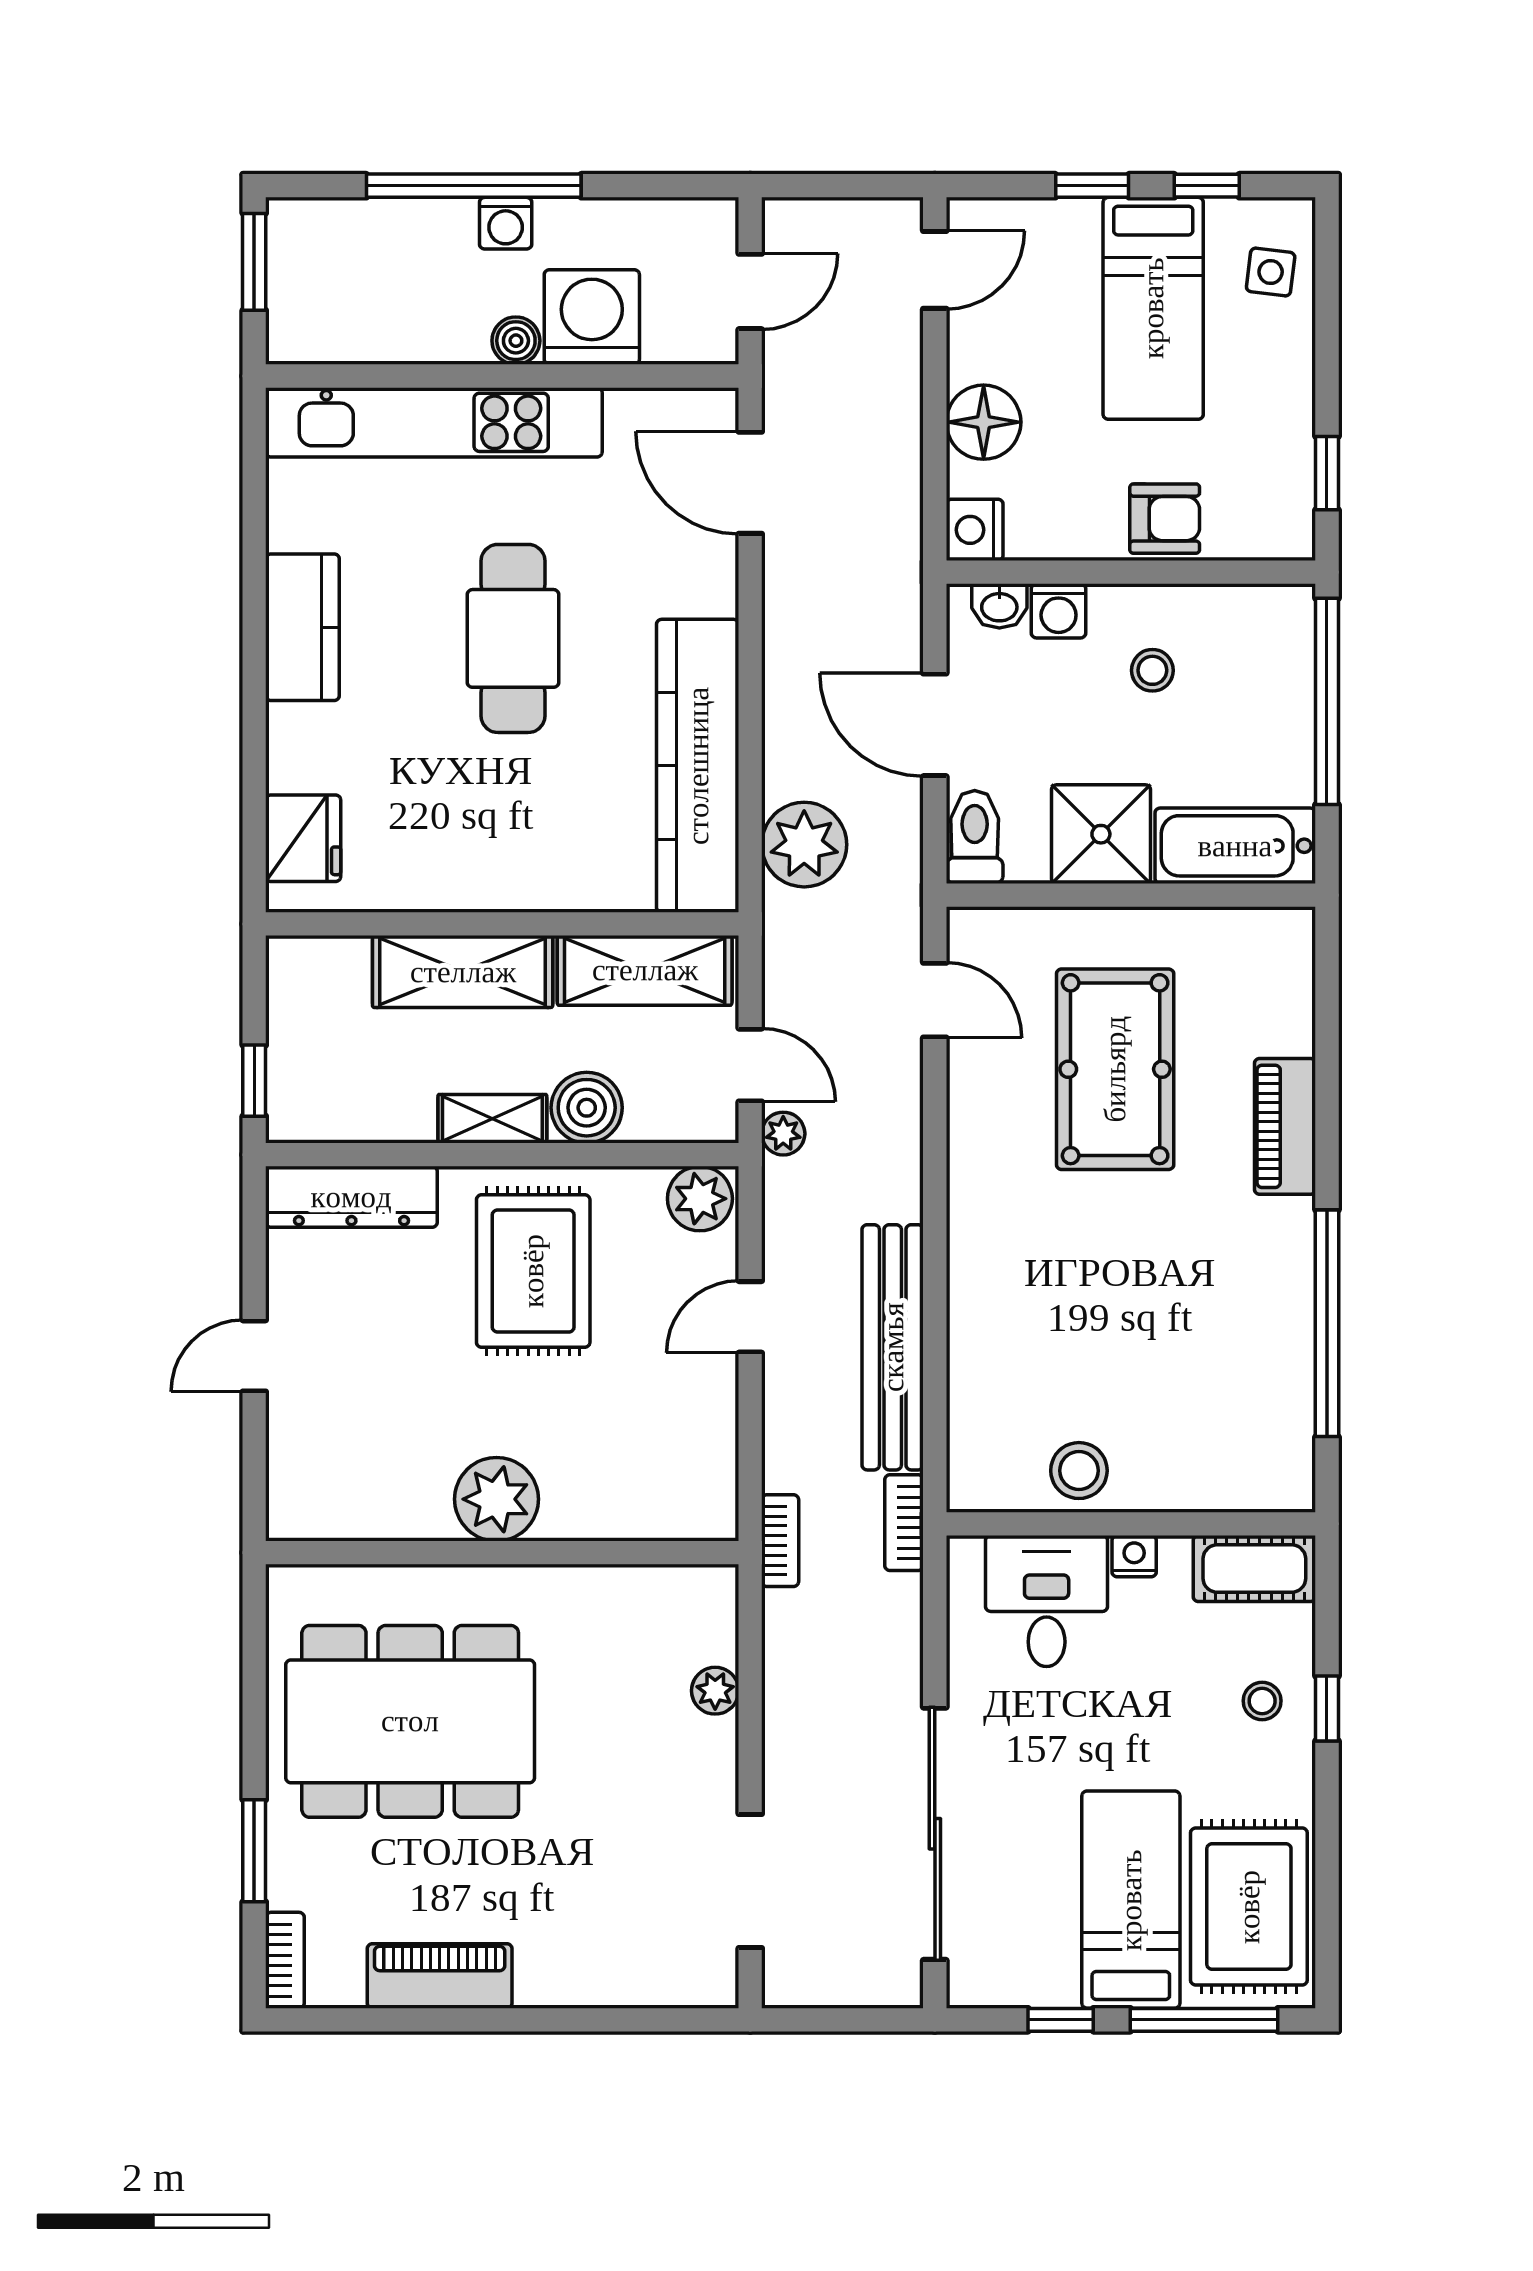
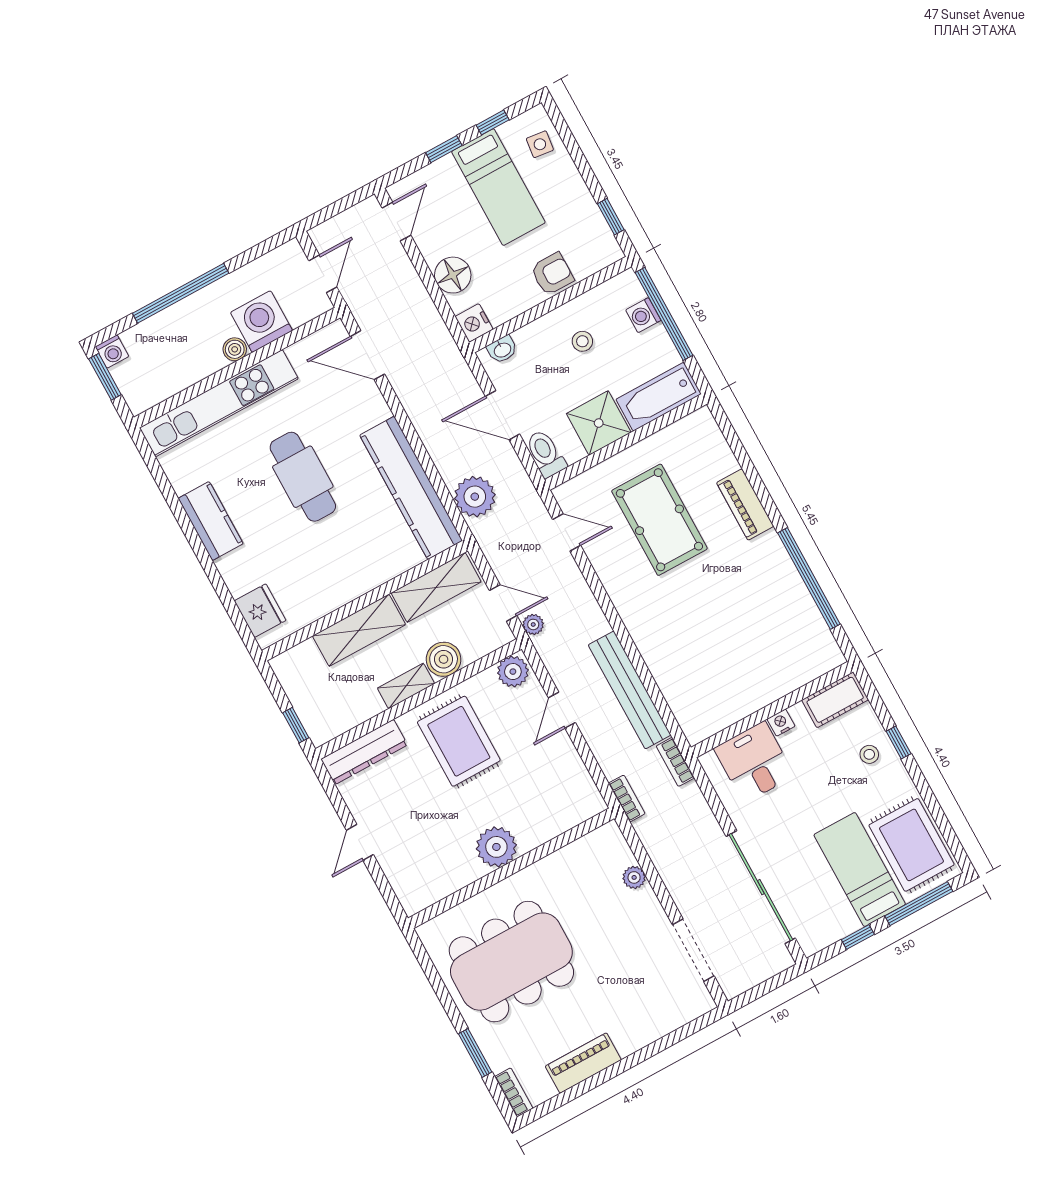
washing machine: (506, 223) -> (112, 352), moved
washing machine: (1059, 611) -> (643, 315), moved, turned 90
stool: (1079, 1471) -> (738, 699), removed

